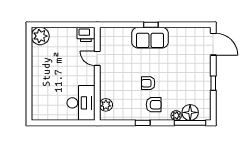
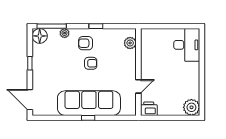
sofa: (150, 38) -> (89, 103), width x1.85, depth x1.27
door: (97, 58) -> (138, 86), hinge flipped
desk: (81, 103) -> (187, 45), moved, turned 180
floor lamp: (190, 112) -> (40, 36), moved

